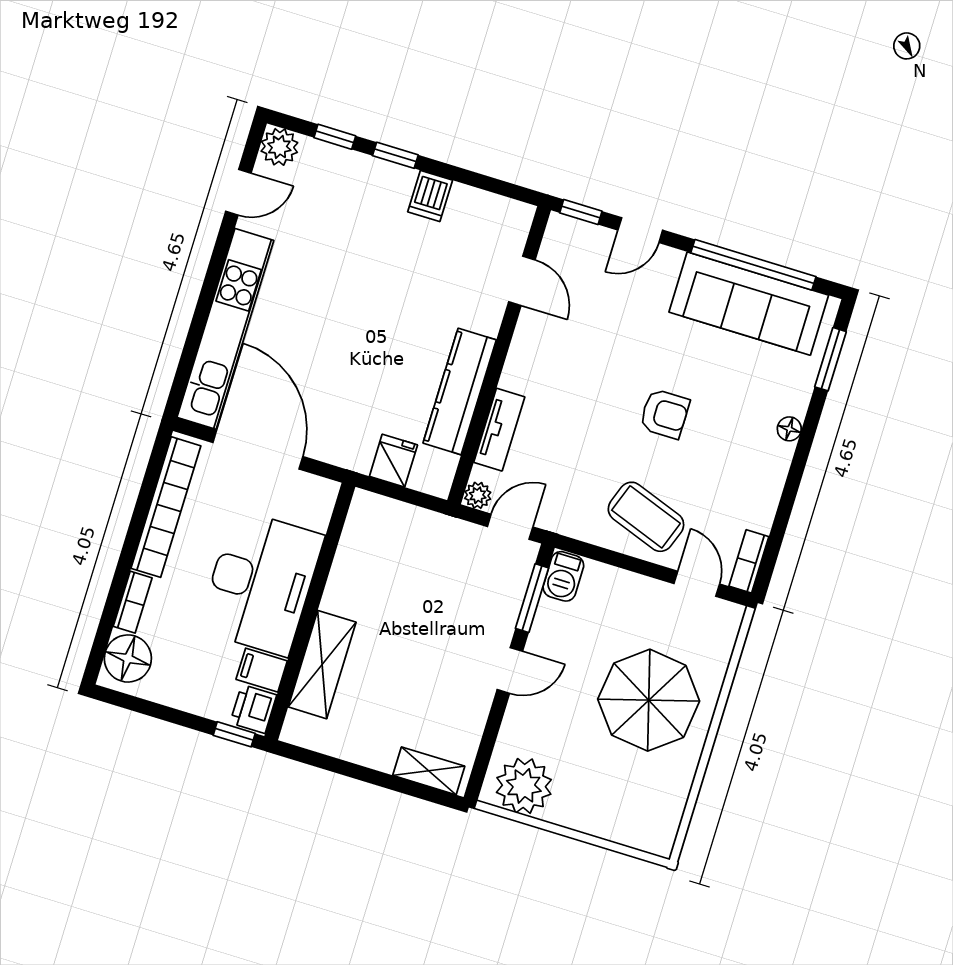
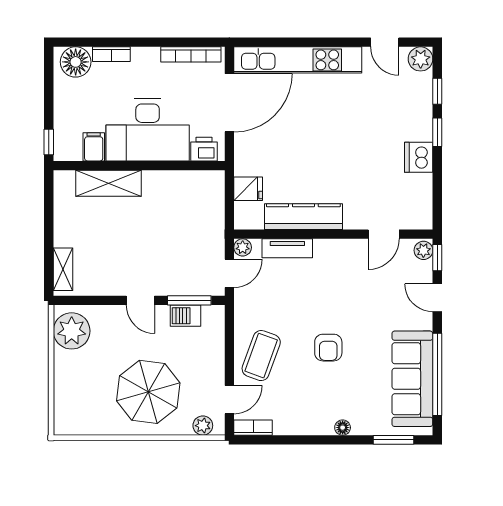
dishwasher: (430, 196) -> (419, 157), width x1.38
plant: (564, 229) -> (423, 250), added
bookcase: (166, 507) -> (191, 54), width x0.68, depth x0.76
door: (510, 527) -> (229, 273), hinge flipped
barbecue: (563, 576) -> (186, 316), moved
plant: (723, 635) -> (203, 426), added
printer: (253, 709) -> (204, 149), moved

